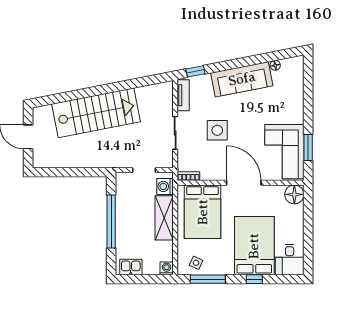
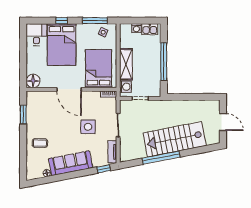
window: (115, 87) -> (161, 158), added
coffee table: (285, 107) -> (40, 143), added
corner sofa: (284, 152) -> (40, 111), removed
washing machine: (167, 268) -> (136, 28), moved

